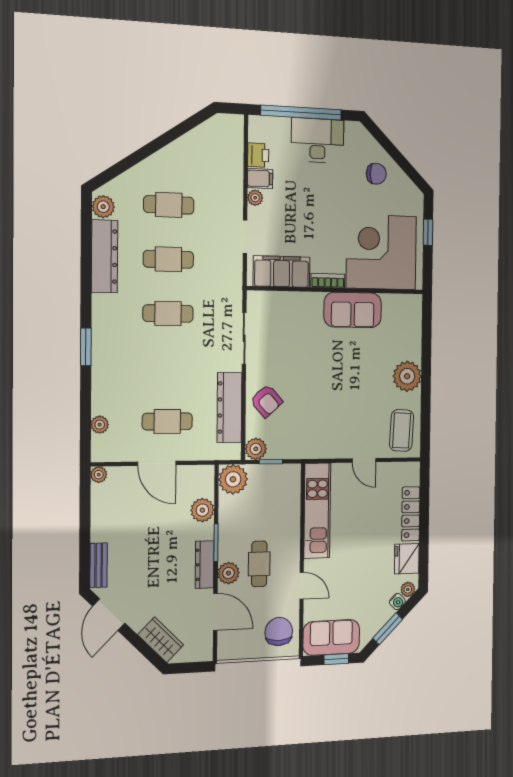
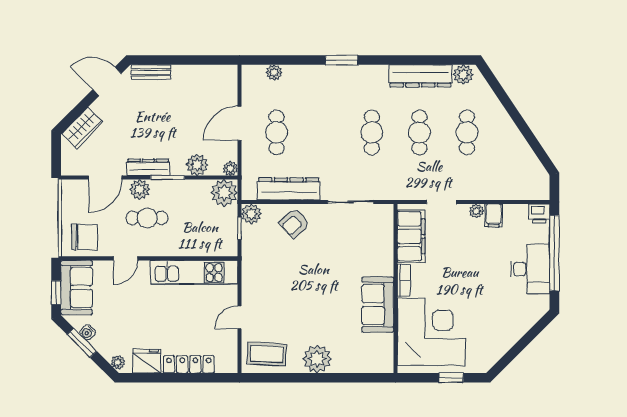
printer: (258, 155) -> (539, 213), moved
chair: (376, 174) -> (503, 326), removed
plant: (99, 475) -> (230, 168), moved
water cooler: (397, 602) -> (87, 332), moved

